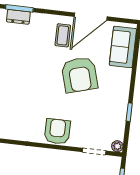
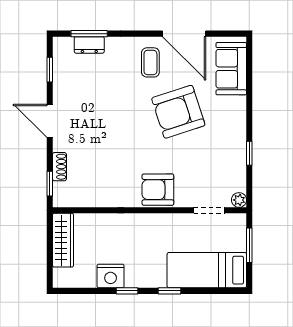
door: (91, 17) -> (184, 34), hinge flipped
armchair: (79, 75) -> (178, 112), turned 88
armchair: (57, 131) -> (158, 190), turned -90

